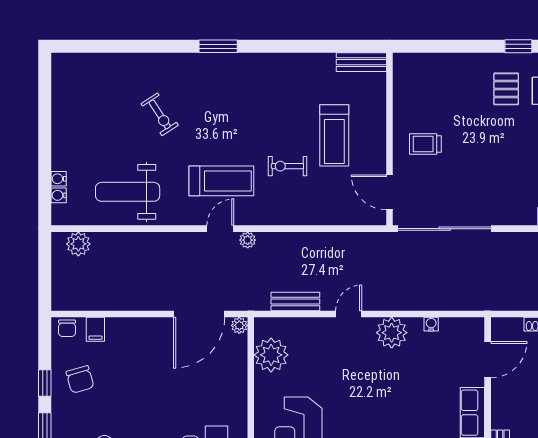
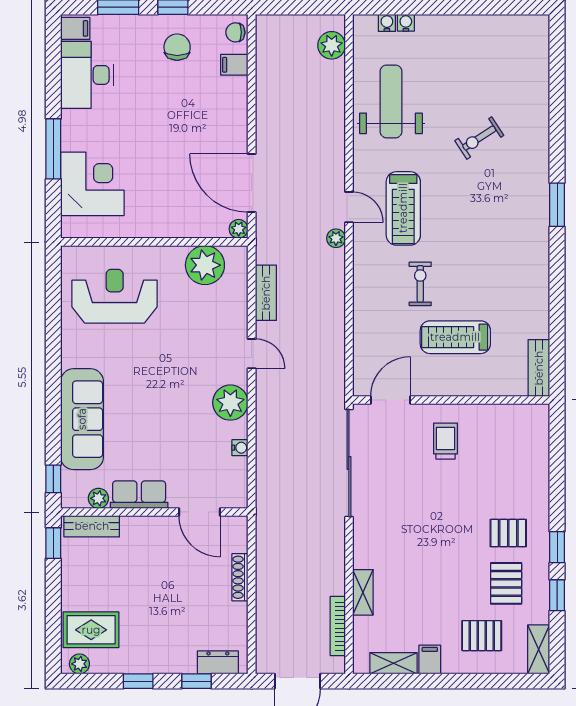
chair: (80, 379) -> (177, 47), turned 106

